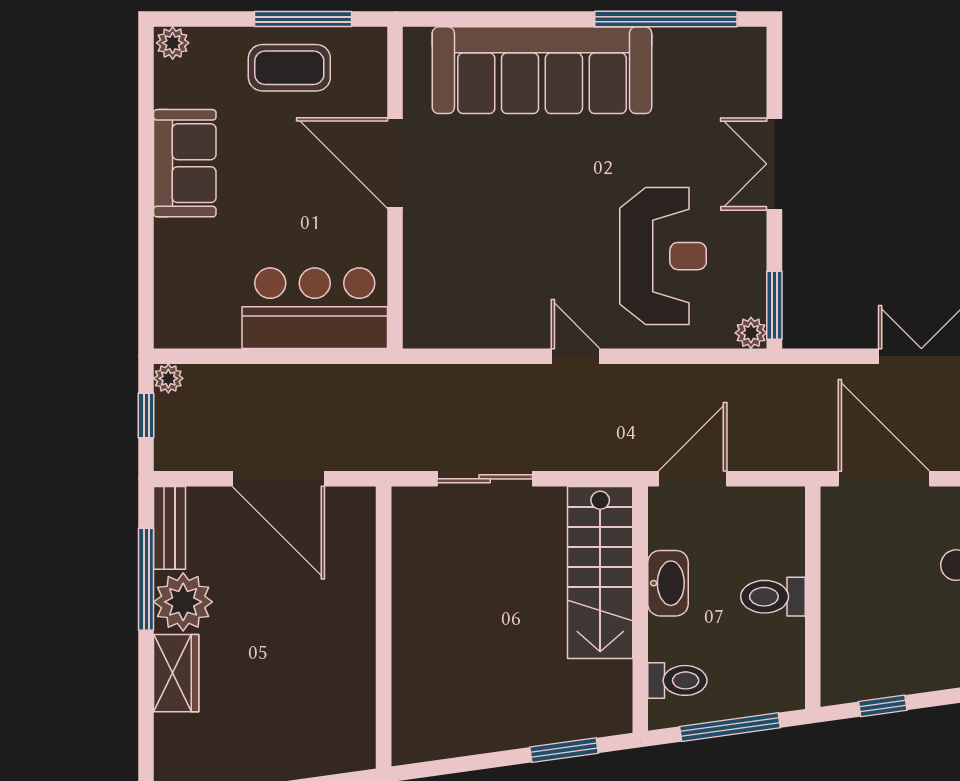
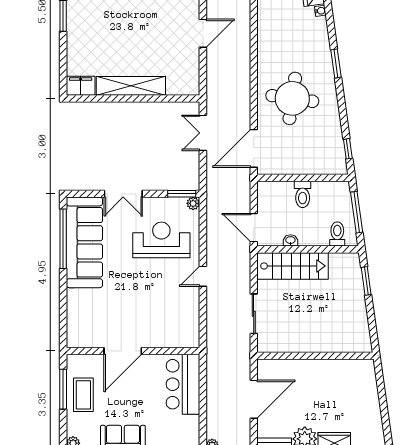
sofa: (542, 70) -> (84, 242), moved
washbasin: (668, 583) -> (290, 240), width x0.52, depth x0.69

